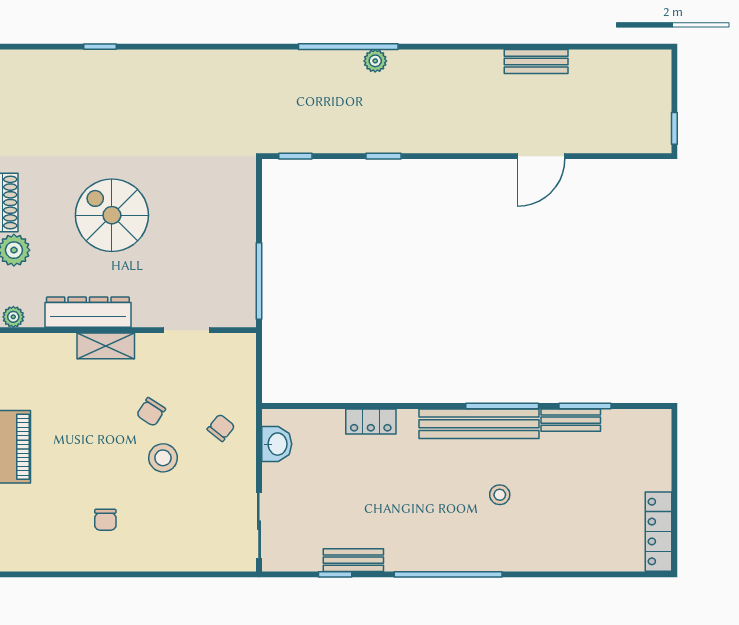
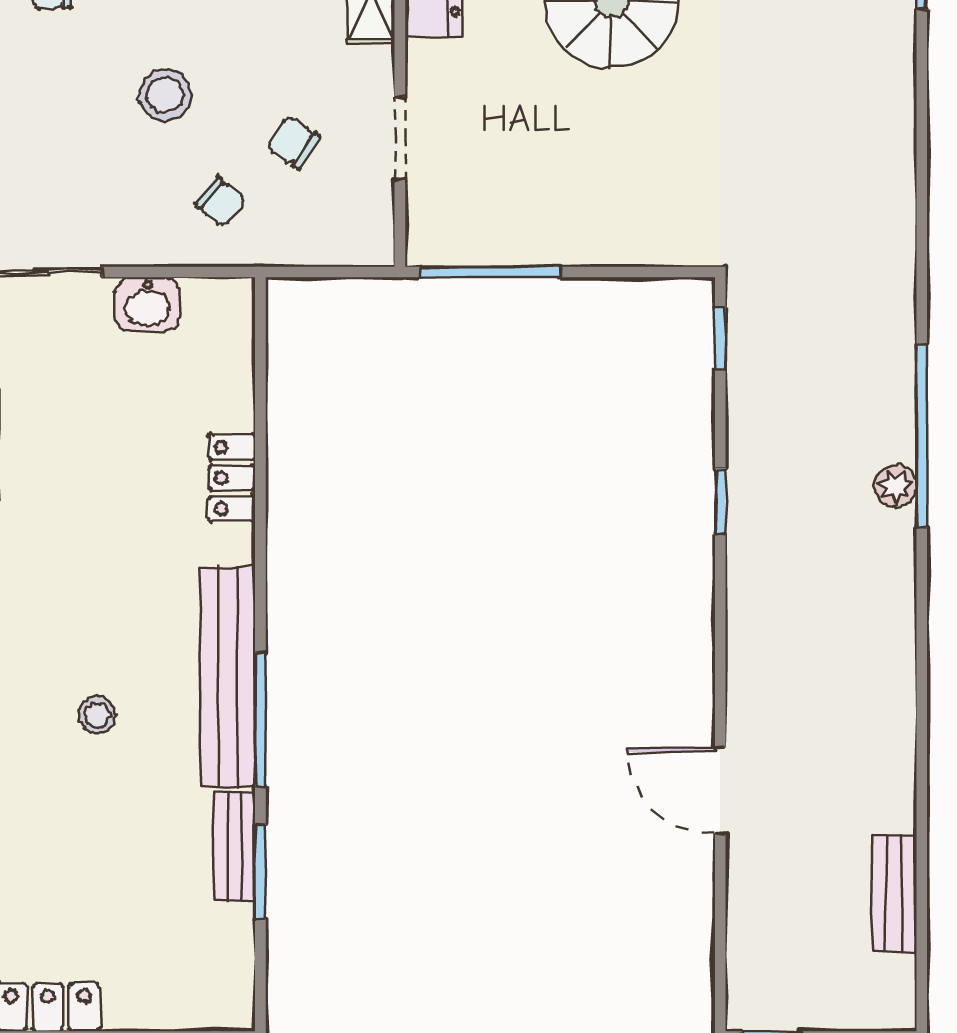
bench: (536, 62) -> (894, 893), moved
chair: (151, 412) -> (293, 142), moved
washbasin: (277, 444) -> (148, 304), moved

